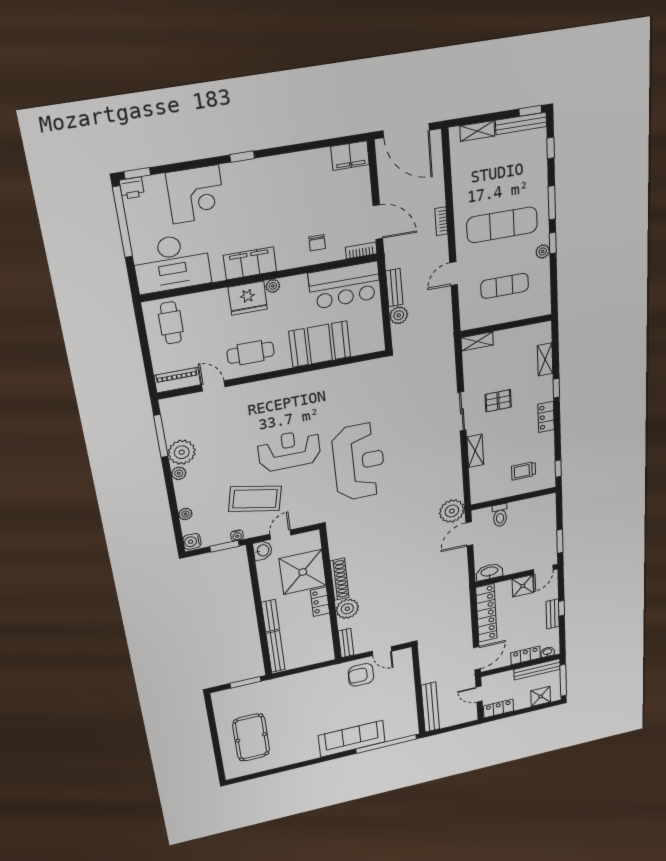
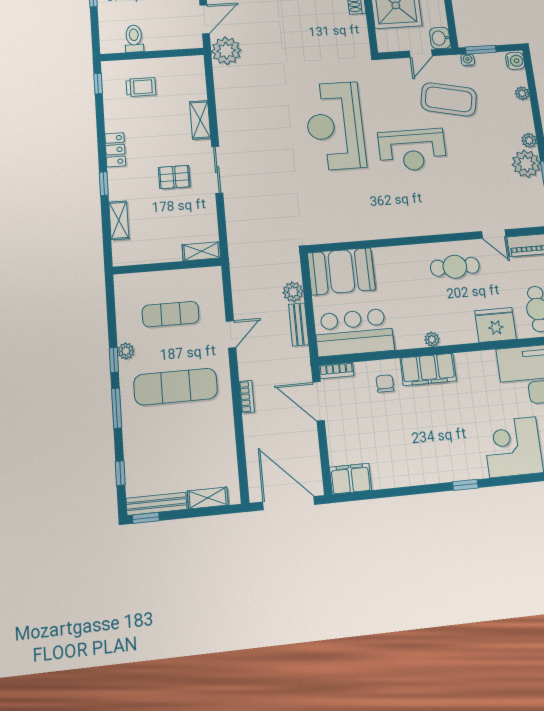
filing cabinet: (250, 263) -> (428, 369), moved
fridge: (248, 298) -> (495, 325), moved
booth: (320, 344) -> (341, 271), moved
toilet: (500, 515) -> (134, 39), moved

